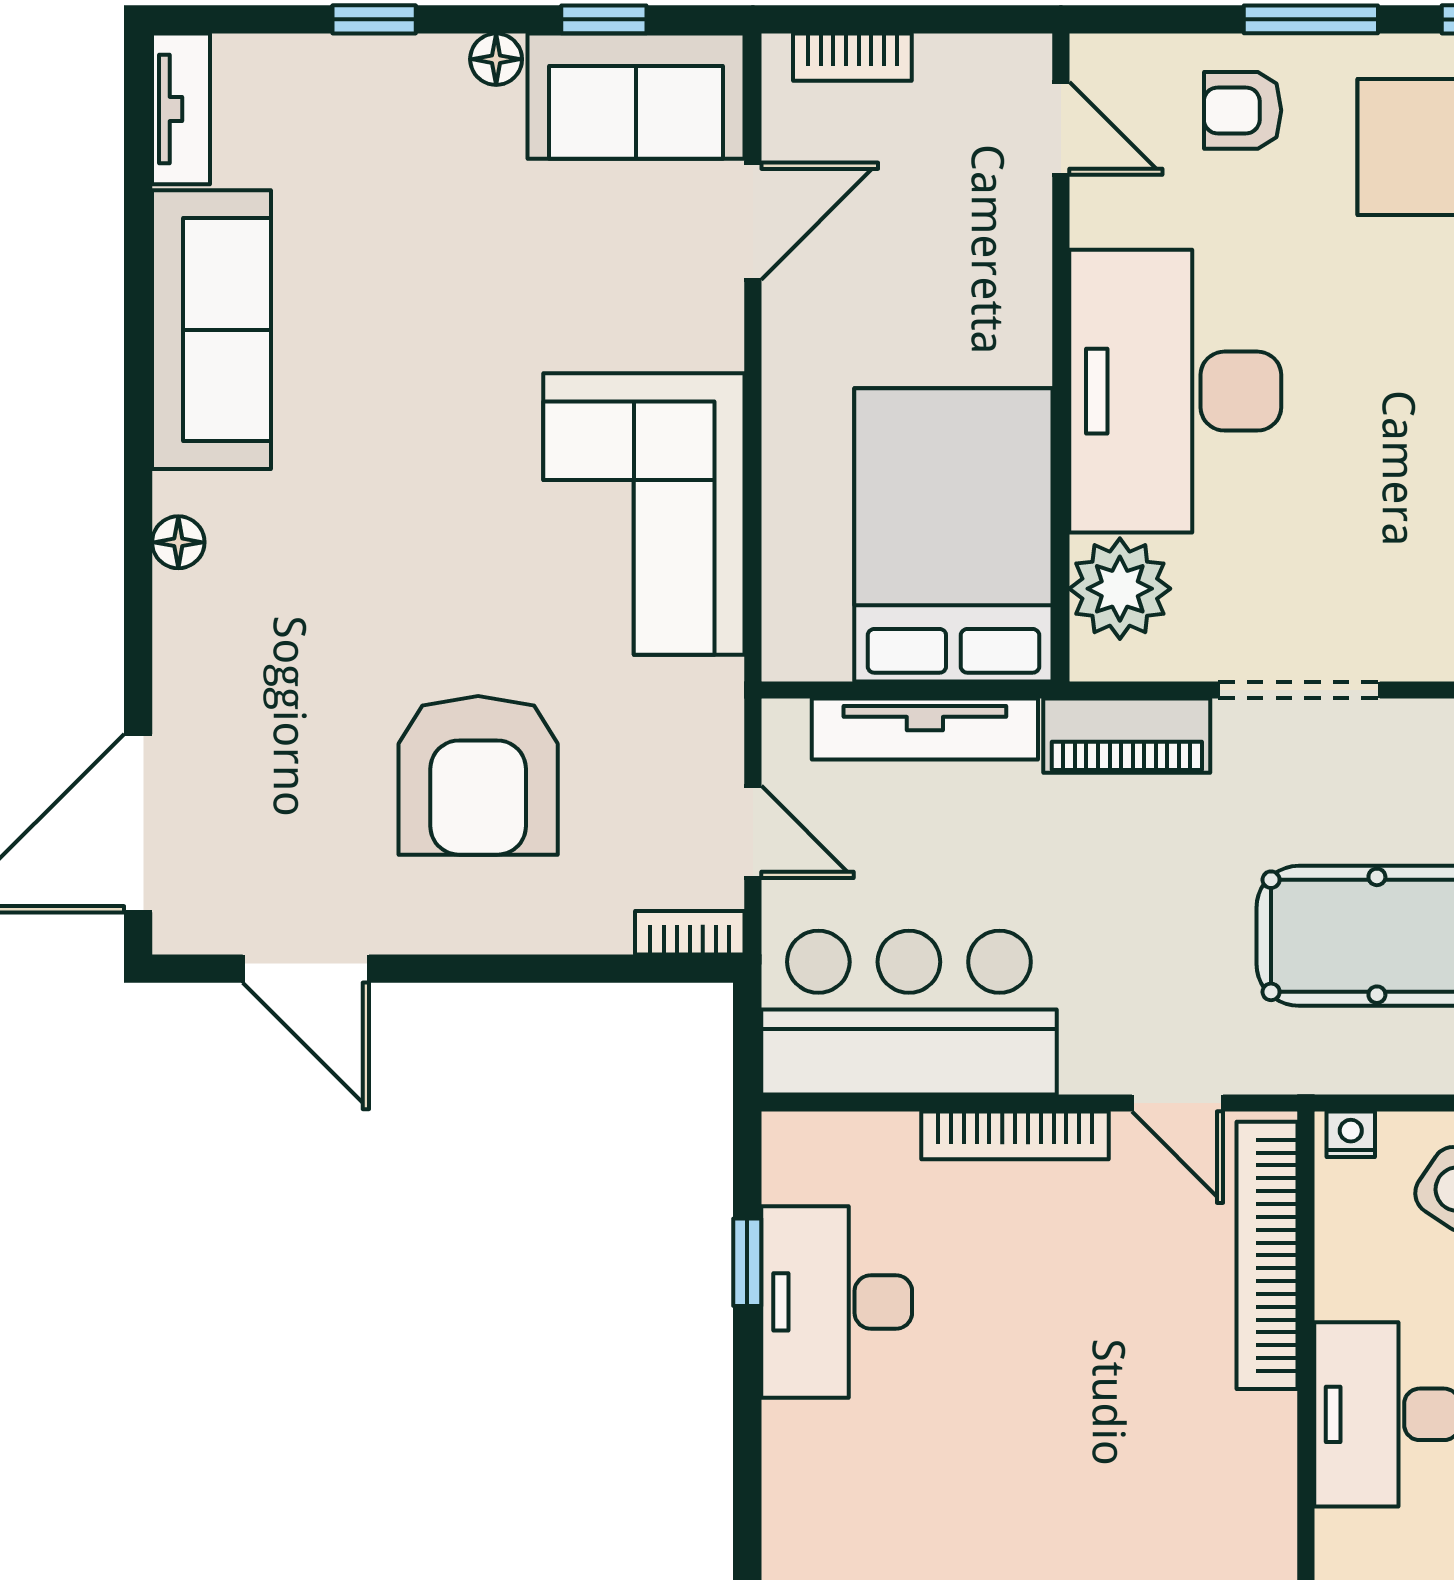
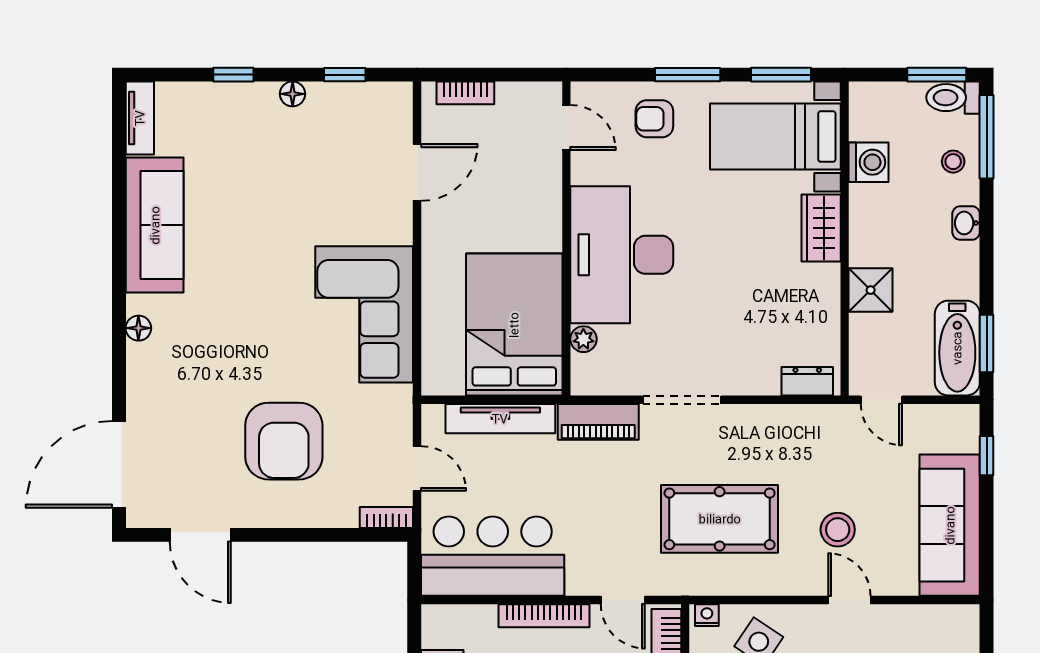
sofa: (636, 96) -> (360, 112), removed
plant: (1120, 589) -> (583, 339), width x0.53, depth x0.53

